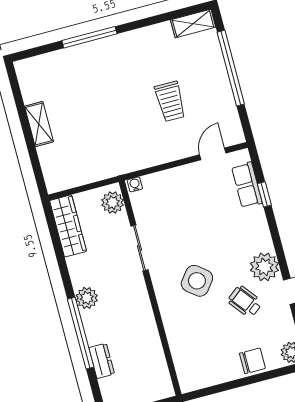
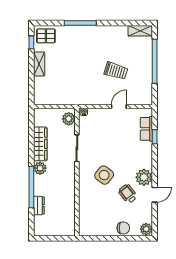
pallet: (38, 74) -> (46, 36), added
window: (16, 91) -> (31, 42), added
trolley: (170, 101) -> (116, 71), turned -73
door: (213, 154) -> (119, 106), moved
wardrobe: (68, 226) -> (40, 144), moved

